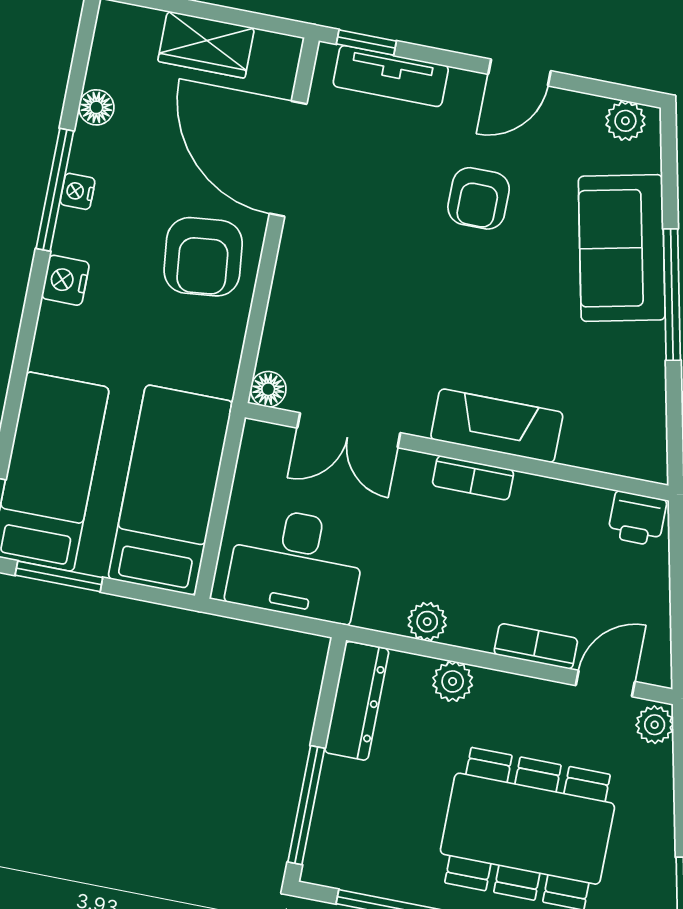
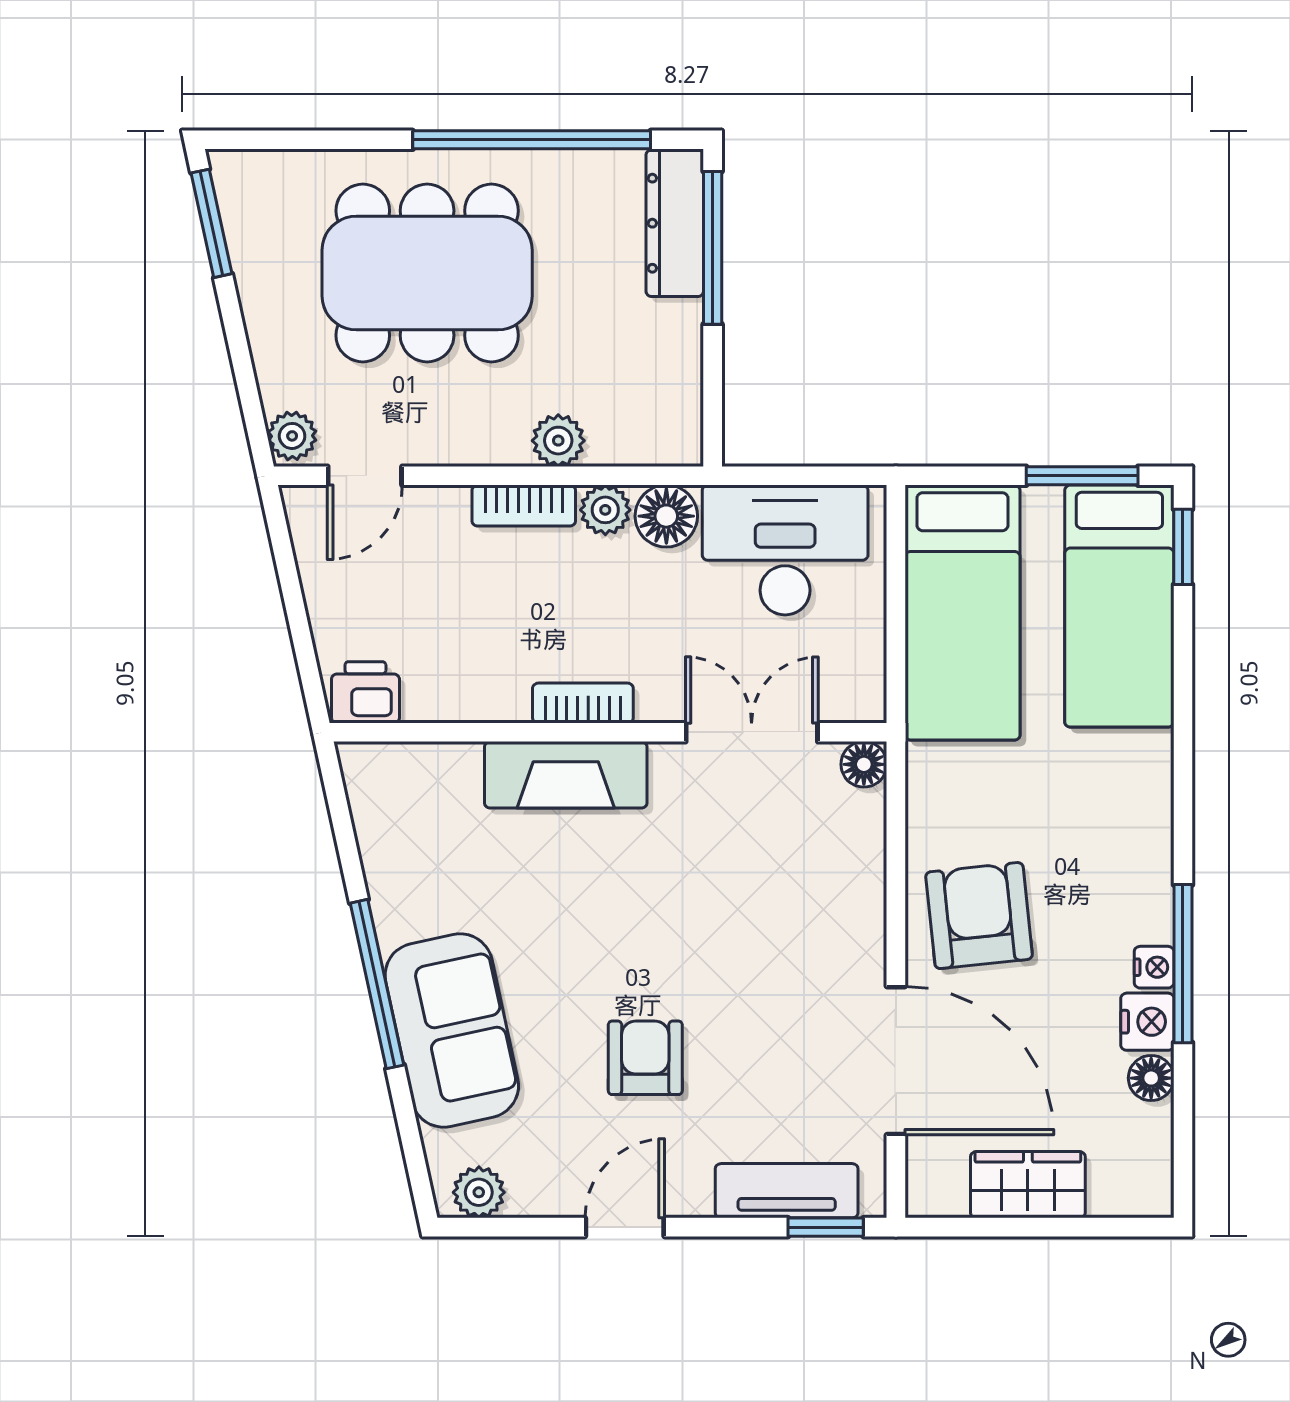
nightstand: (65, 280) -> (1147, 1022), moved
floor lamp: (382, 608) -> (666, 516), added
bookcase: (536, 646) -> (524, 506), moved
dresser: (357, 701) -> (675, 223), moved

